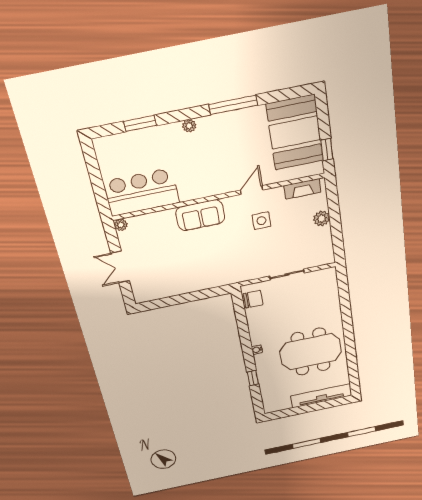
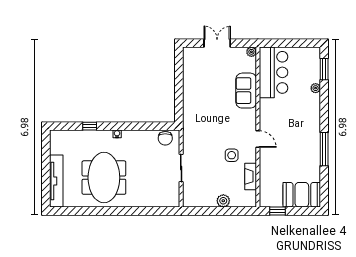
window: (140, 123) -> (324, 69), moved
plant: (189, 126) -> (316, 88), moved
booth: (295, 133) -> (302, 195), width x0.73, depth x0.70
fireplace: (302, 189) -> (251, 176), moved
door: (252, 190) -> (258, 139), moved
sofa: (200, 215) -> (246, 91), moved

